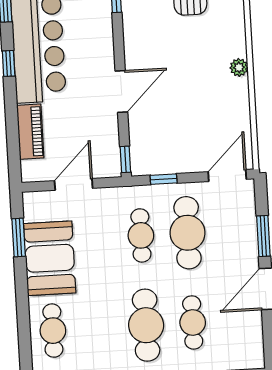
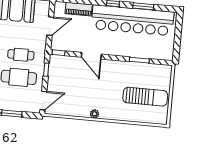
door: (227, 176) -> (43, 100), hinge flipped
door: (74, 184) -> (50, 26), hinge flipped

